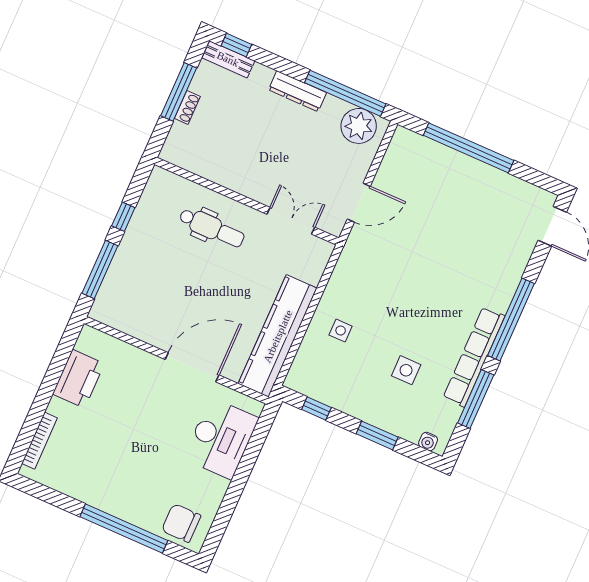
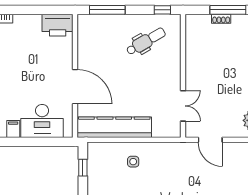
window: (123, 217) -> (162, 10), moved
dental chair: (212, 228) -> (146, 41), moved, turned -120
printer: (78, 379) -> (58, 25), moved
filing cabinet: (214, 486) -> (13, 129), added

